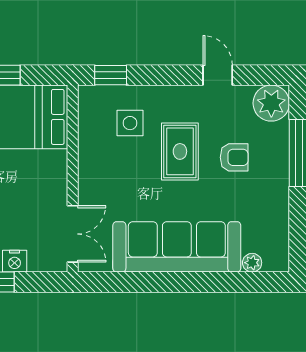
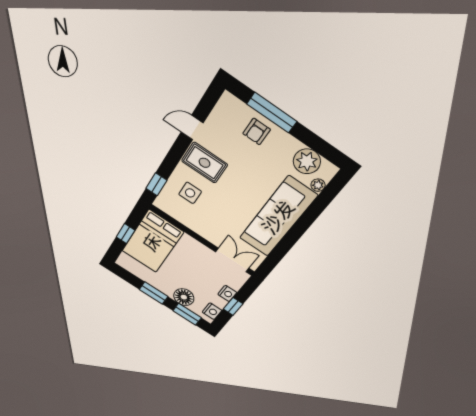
plant: (271, 103) -> (307, 161), moved
rug: (180, 151) -> (205, 163), moved
armchair: (234, 157) -> (257, 132), moved, turned 180

